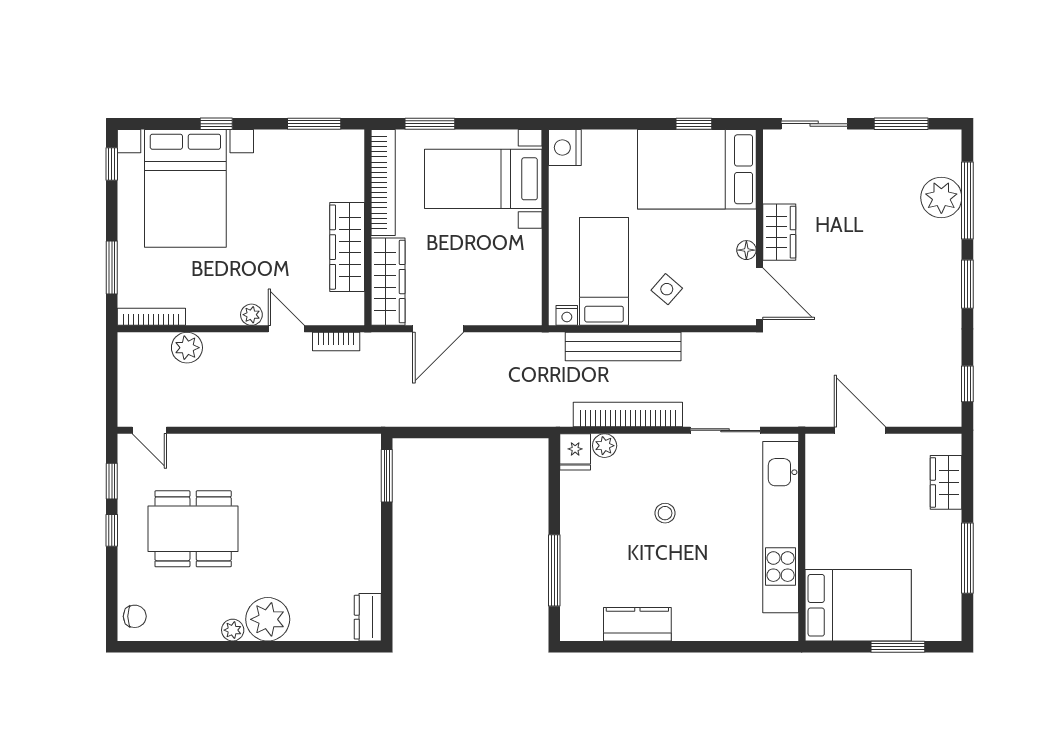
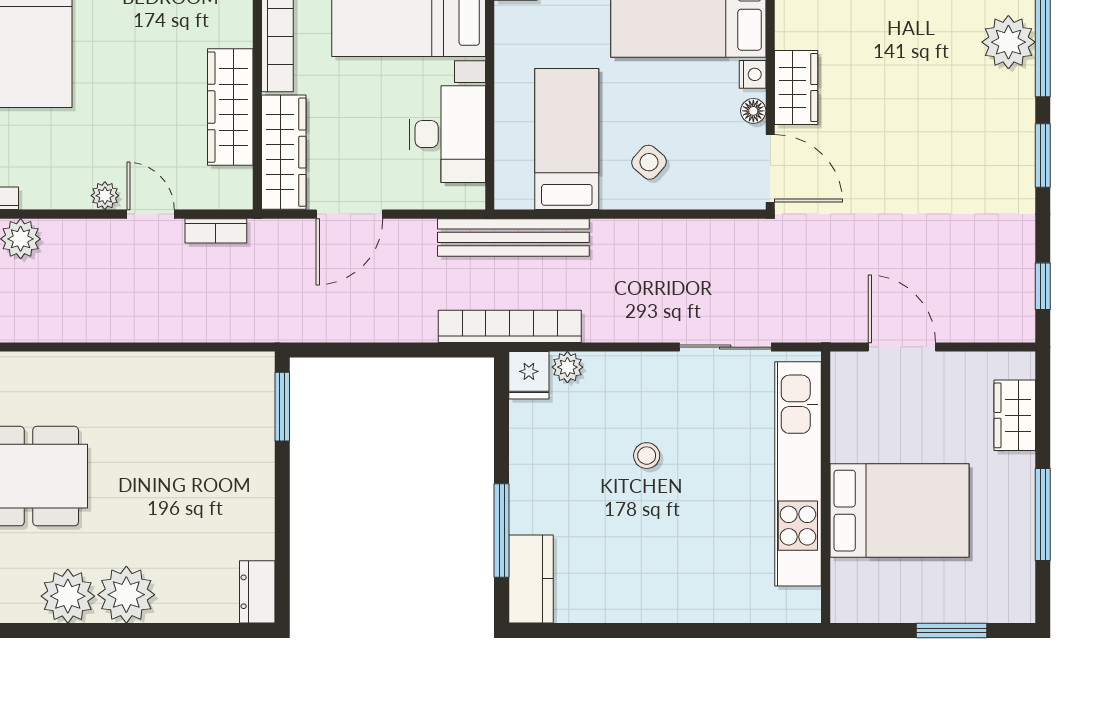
desk: (513, 268) -> (447, 134), added
nightstand: (567, 315) -> (753, 74), moved, turned -90
bench: (623, 347) -> (513, 237), moved
bookcase: (628, 415) -> (510, 326), moved
bed: (858, 605) -> (900, 511), moved
kitchen counter: (637, 624) -> (531, 579), moved, turned 90
plant: (233, 630) -> (68, 596), width x1.88, depth x1.88

